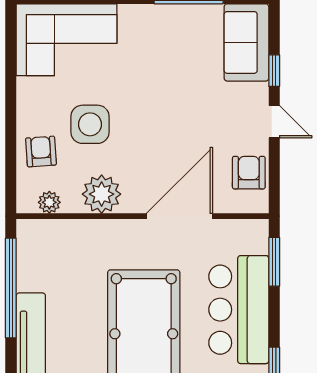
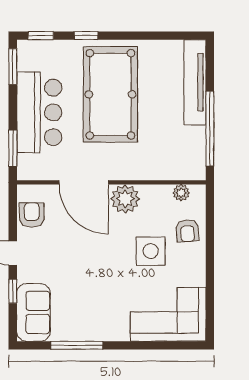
armchair: (249, 173) -> (32, 215), turned 180
plant: (102, 194) -> (125, 199), moved
door: (179, 216) -> (84, 182), hinge flipped

